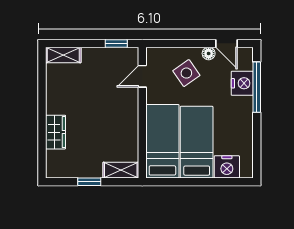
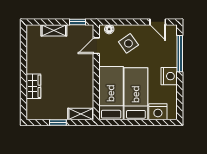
floor lamp: (209, 53) -> (109, 29), moved
shelving: (63, 55) -> (54, 30), moved
nightstand: (242, 83) -> (169, 76), moved

